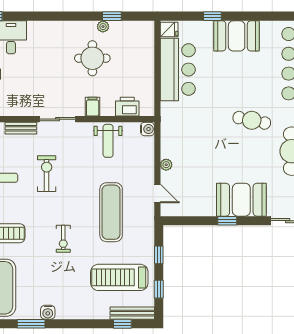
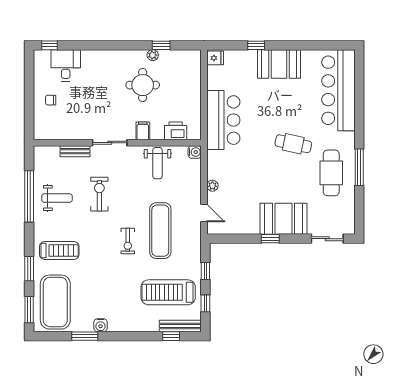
bar counter: (178, 70) -> (223, 120), moved
exercise bike: (63, 239) -> (128, 241), moved

